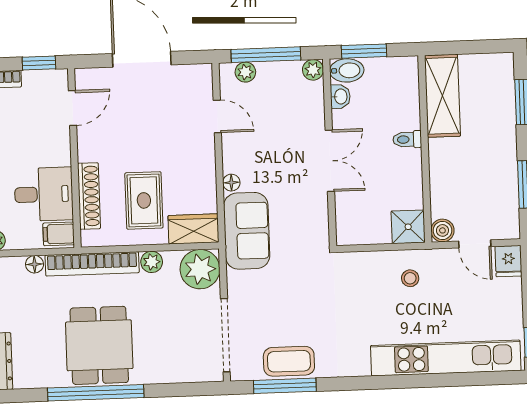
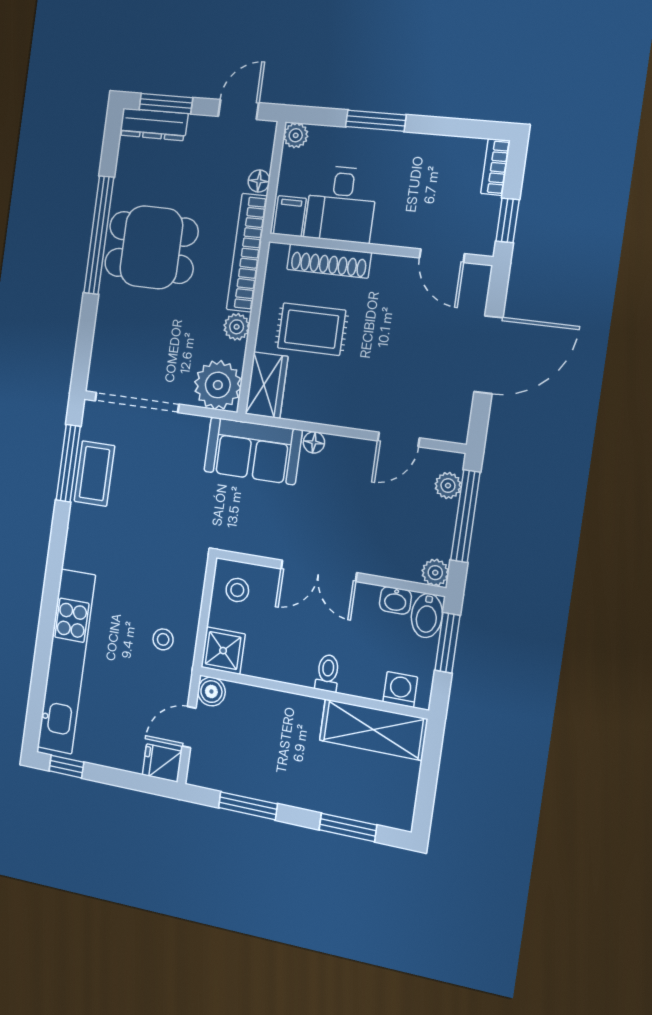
washing machine: (407, 81) -> (400, 690), added
stool: (358, 224) -> (237, 590), added

